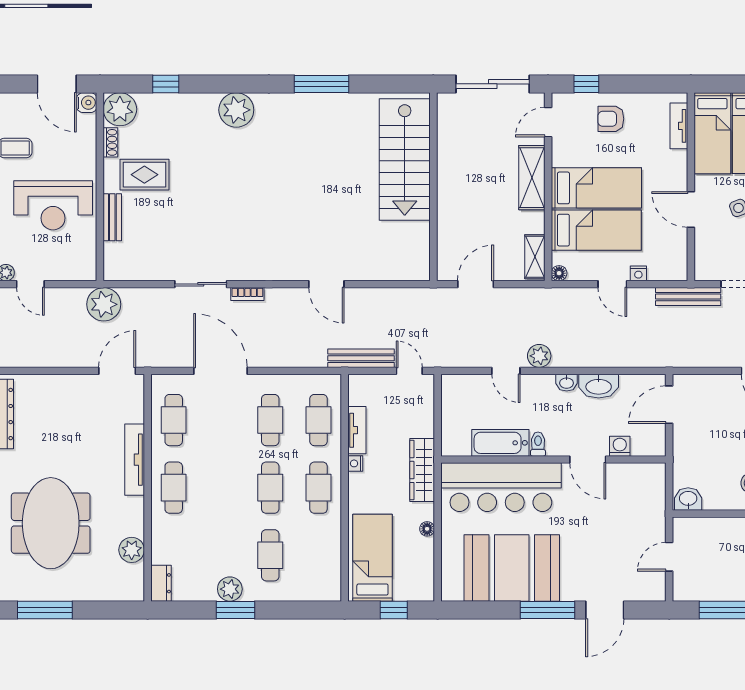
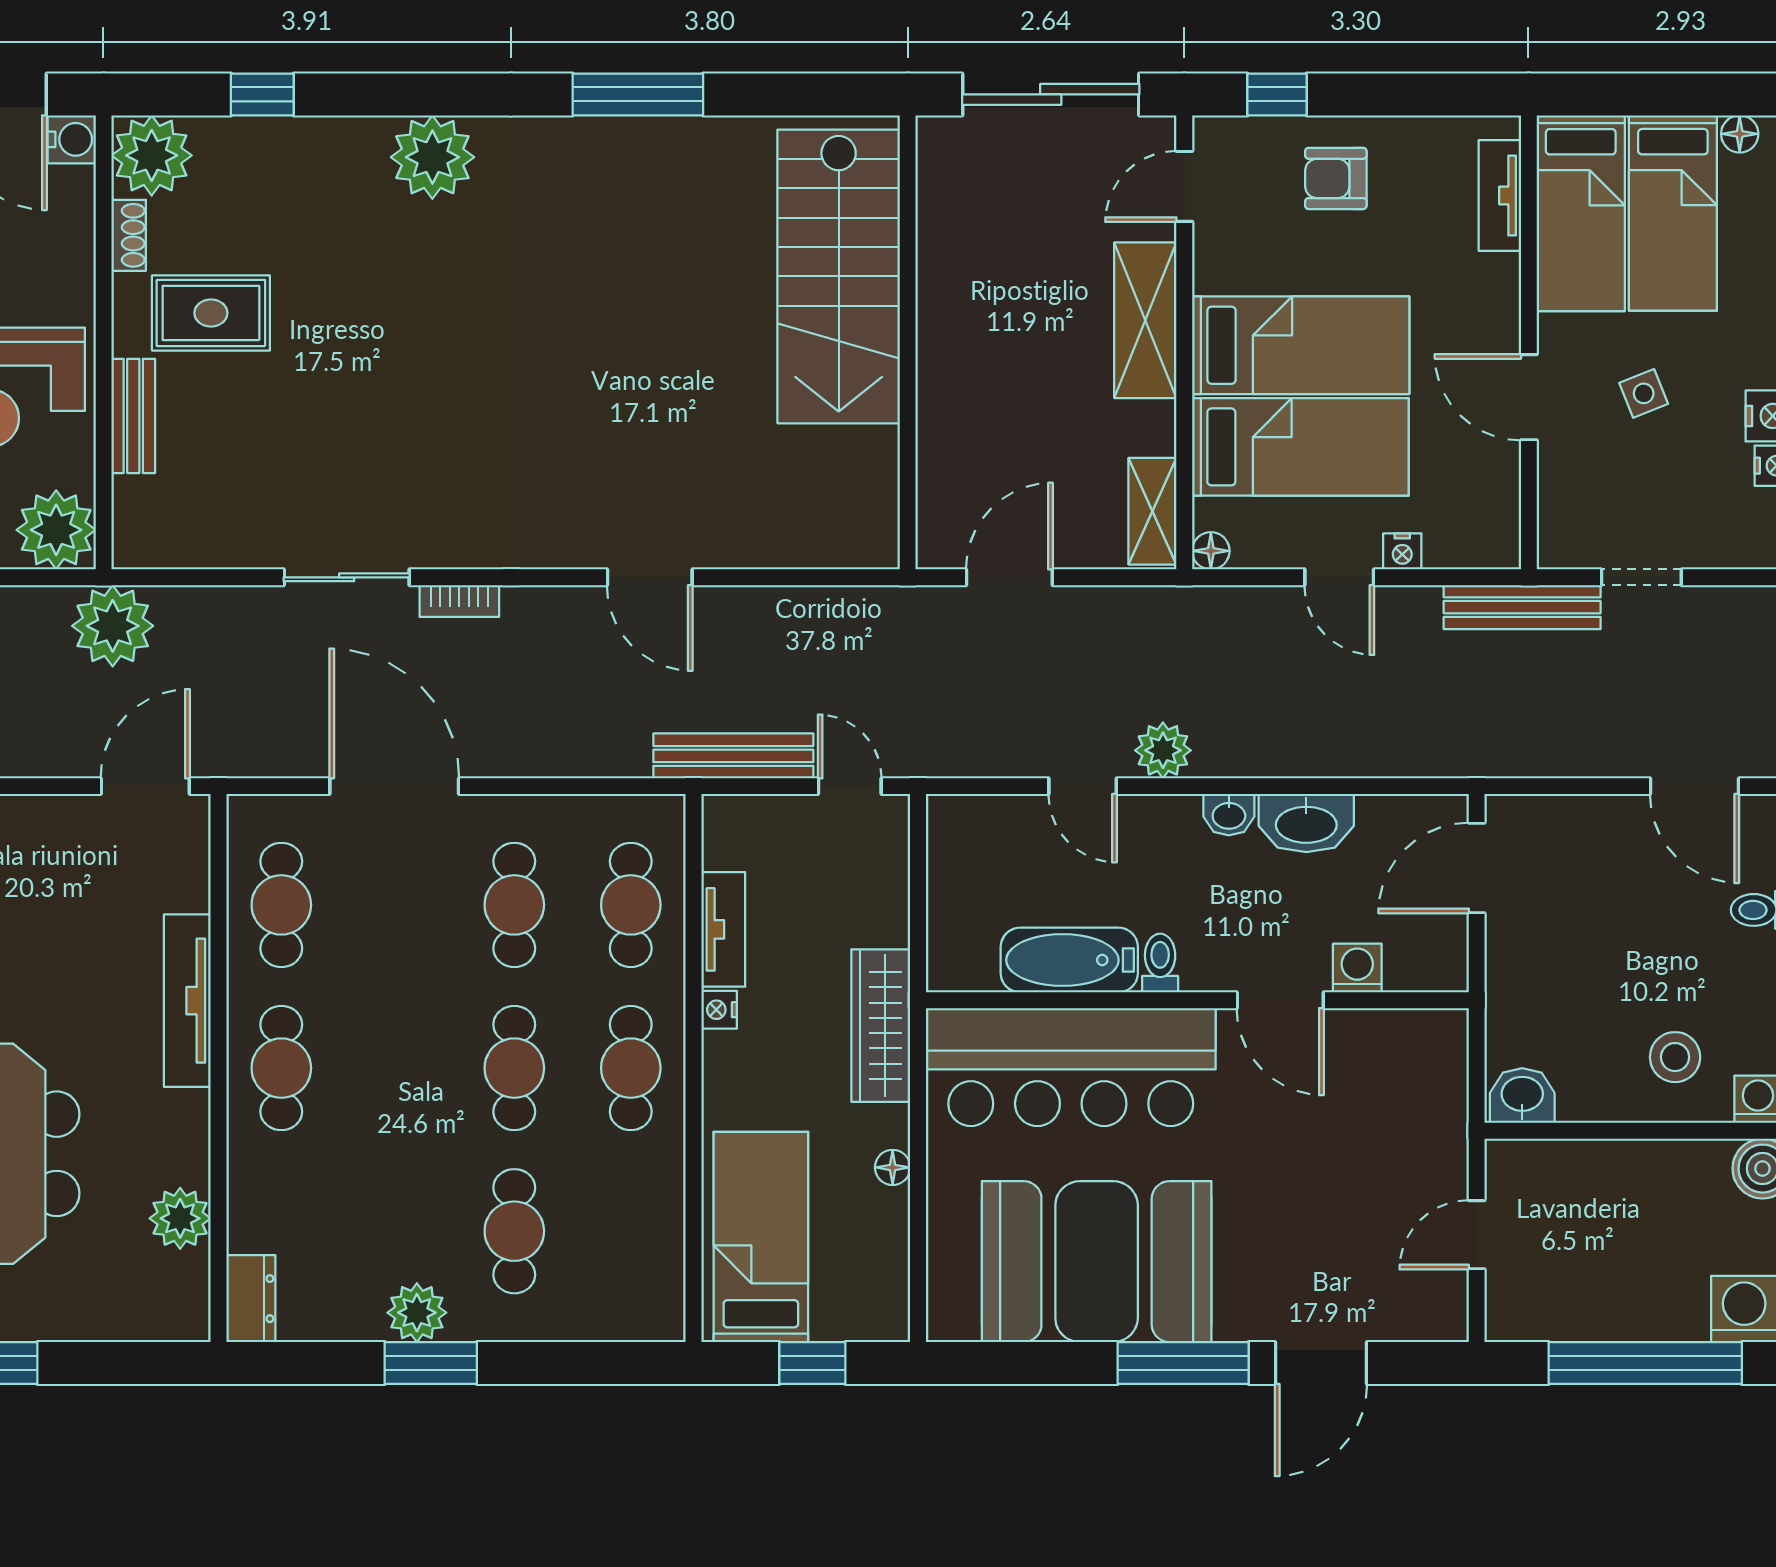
plant: (80, 264) -> (56, 530), added

